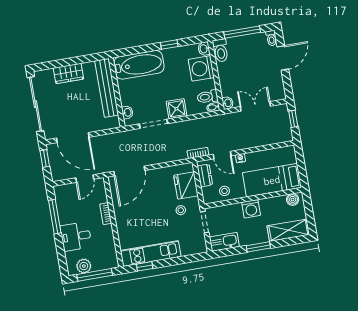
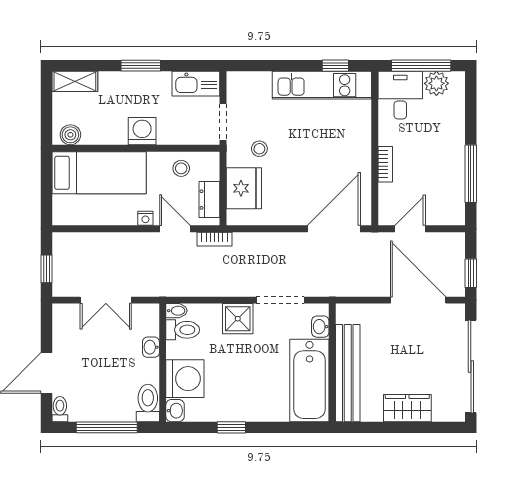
bathtub: (139, 65) -> (309, 380), moved, turned -90
washbasin: (228, 103) -> (151, 347), moved
shelving: (288, 230) -> (75, 81), width x0.67, depth x0.75
desk: (76, 236) -> (400, 95), moved, turned -90

